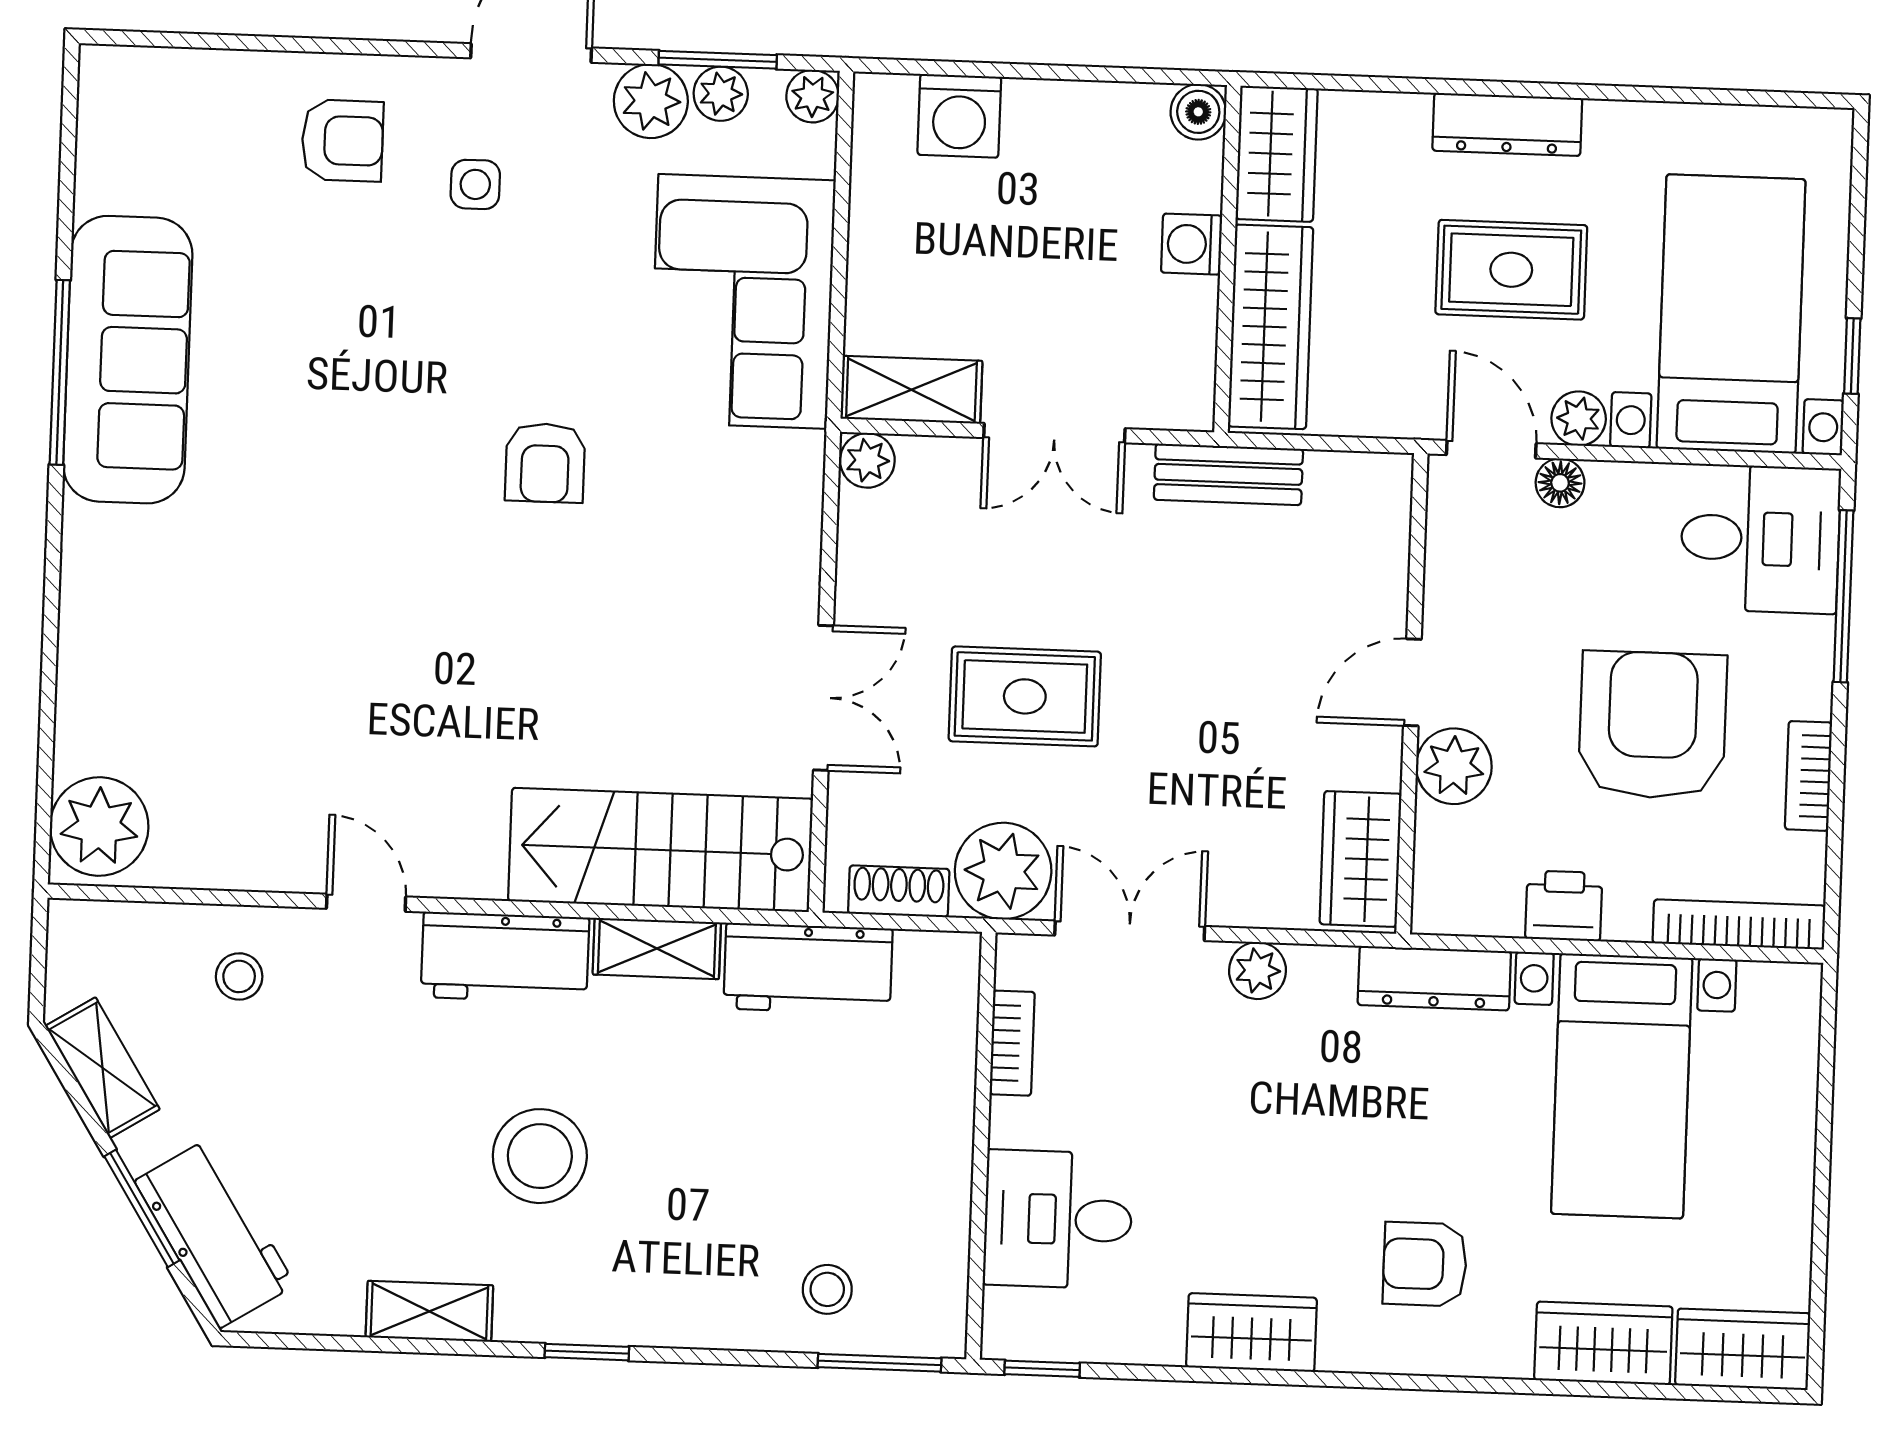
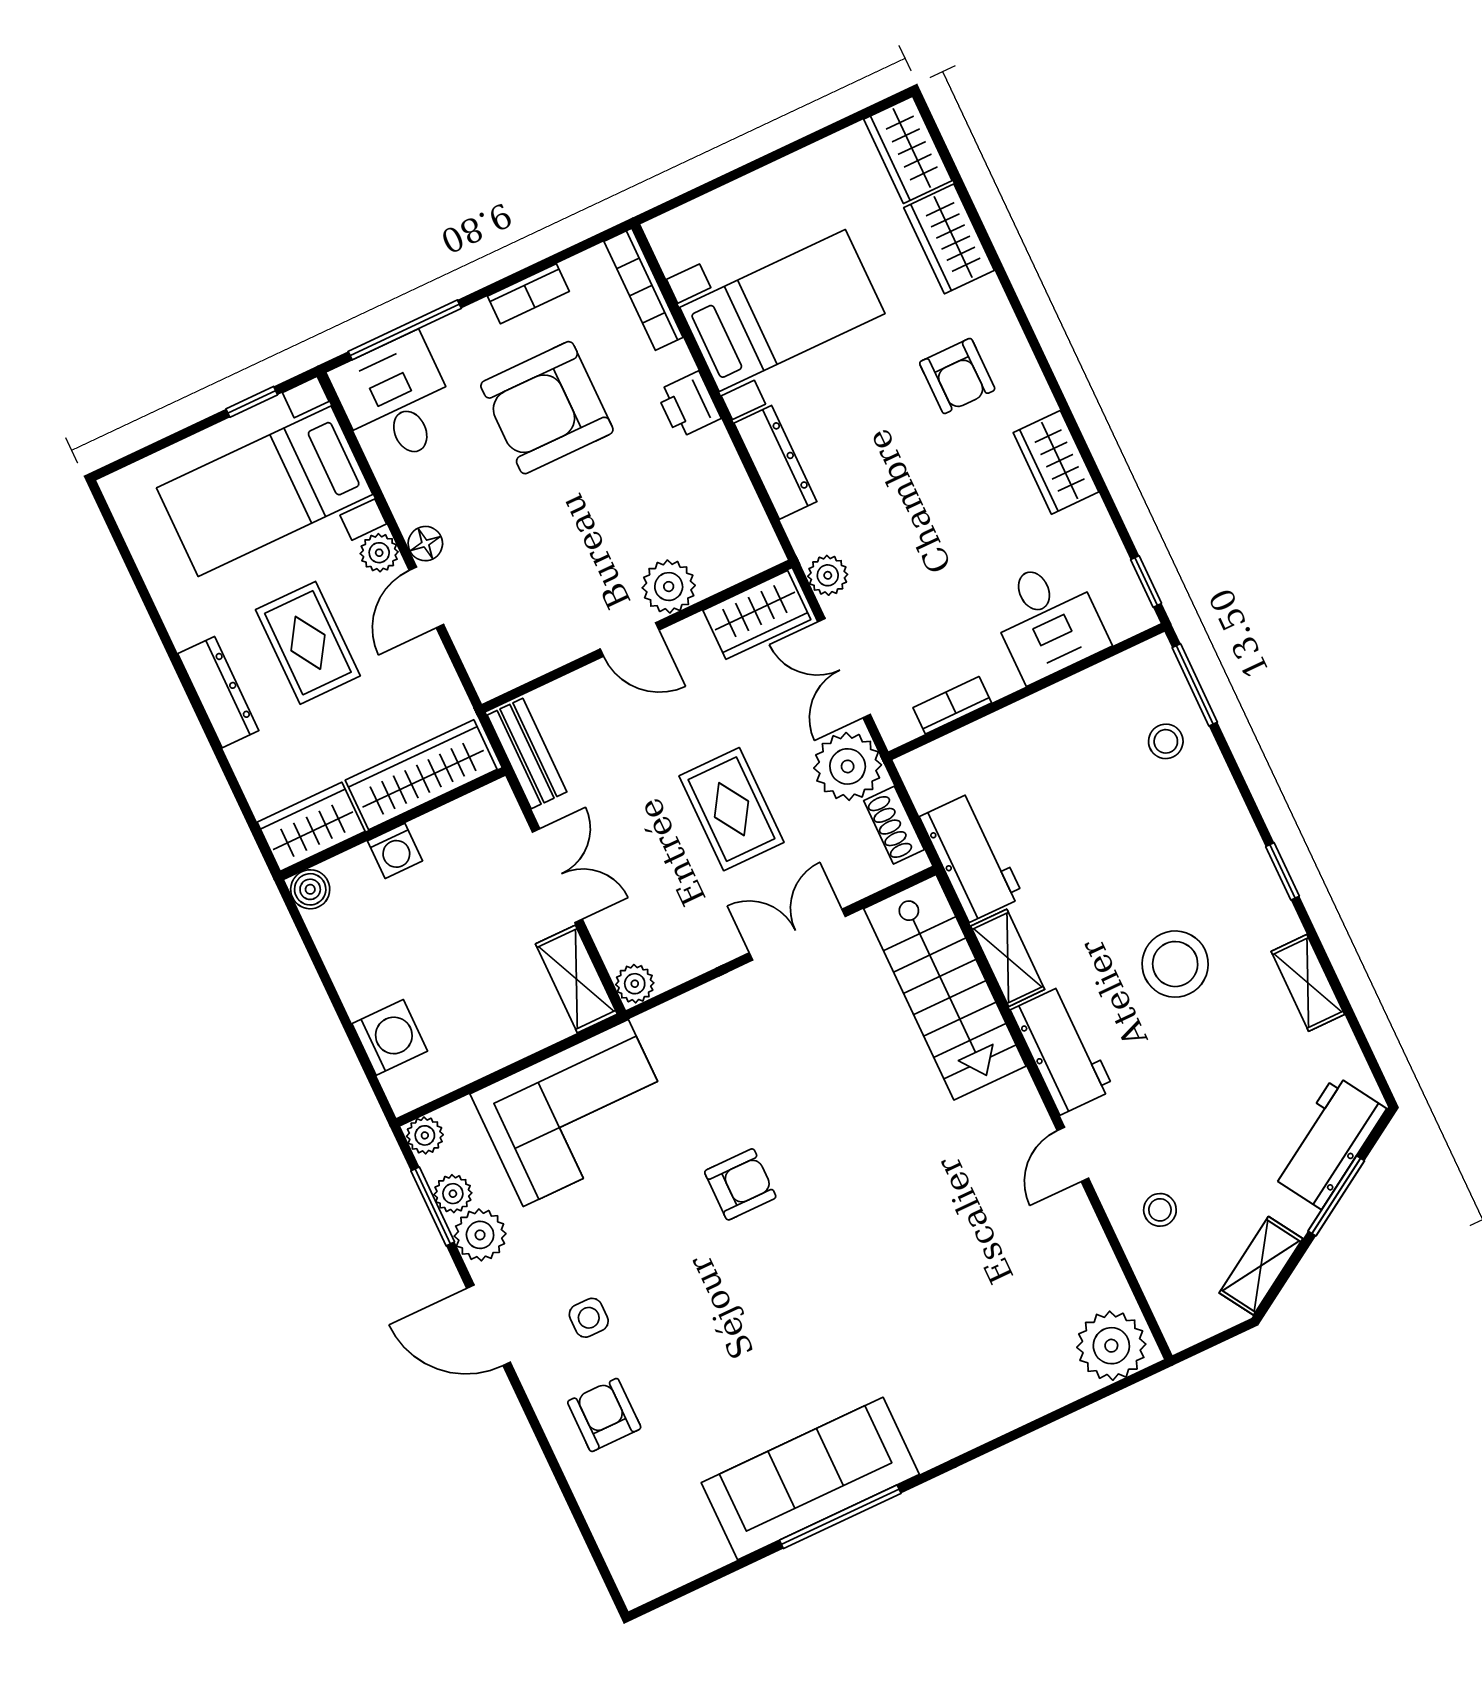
door: (1412, 682) -> (630, 640), moved
wall: (1412, 694) -> (637, 636), moved
plant: (1454, 766) -> (669, 587), moved
wardrobe: (1361, 859) -> (757, 615), moved

